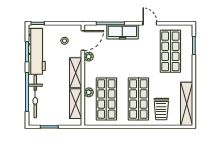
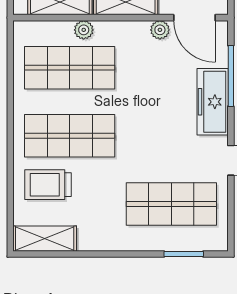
shelving: (187, 104) -> (45, 239), width x0.68

